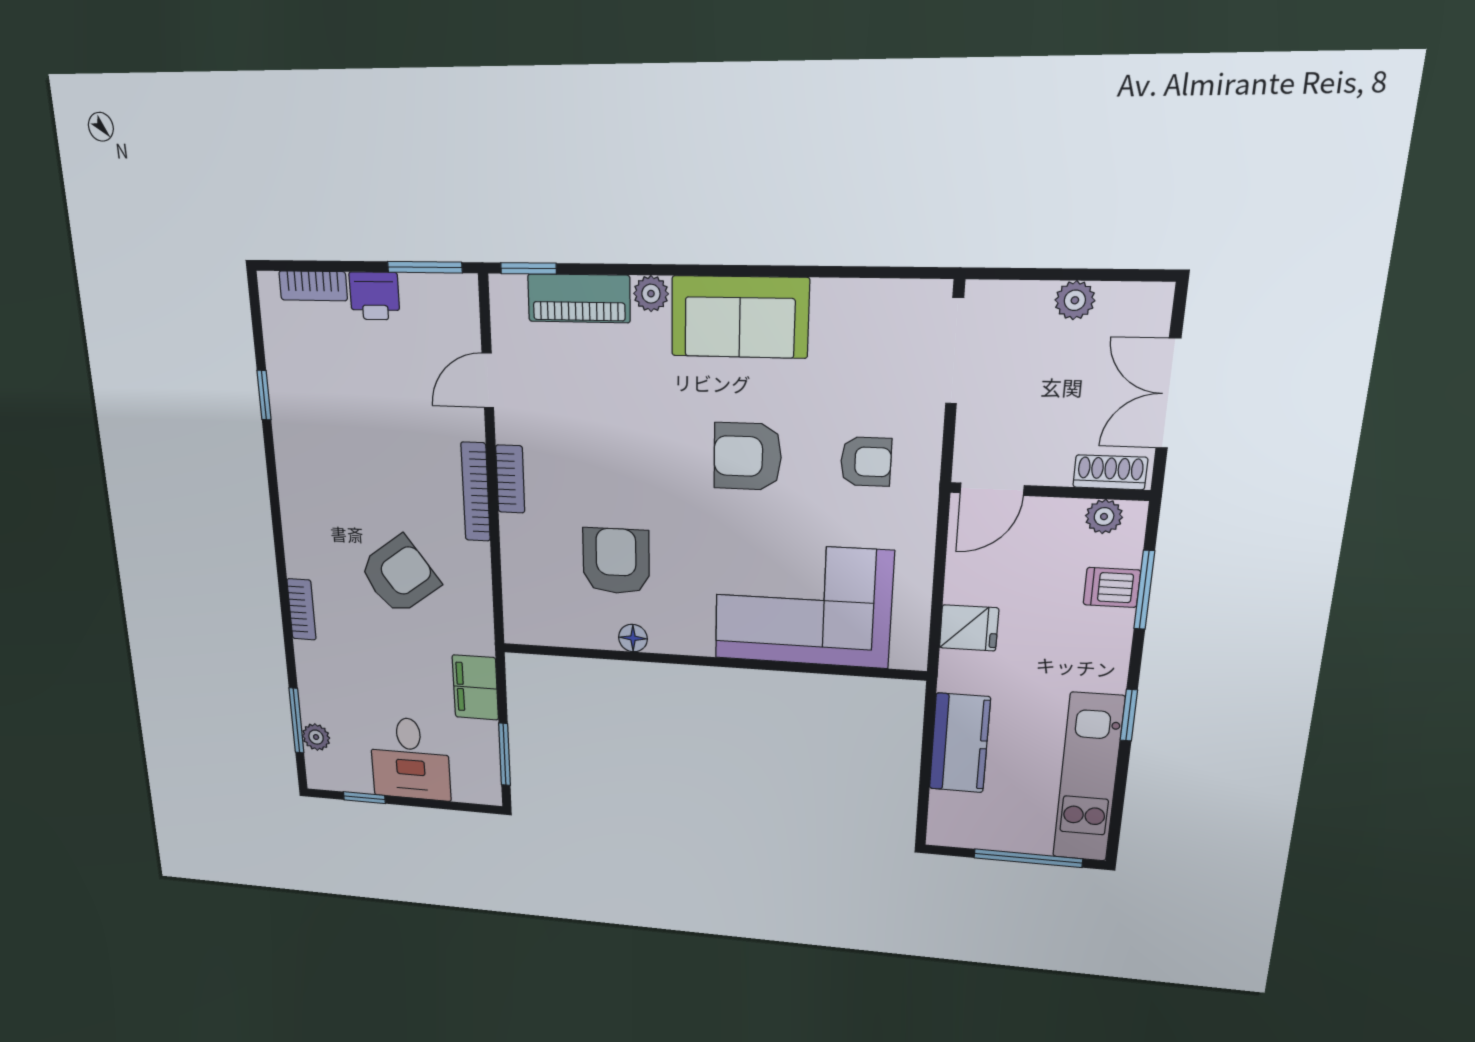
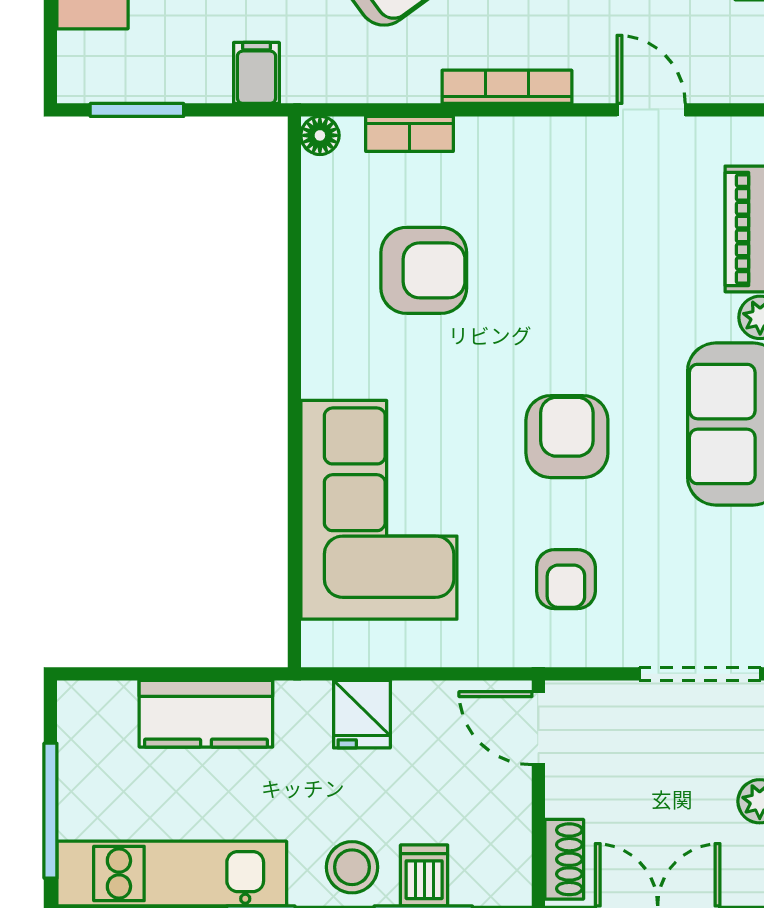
bookcase: (510, 479) -> (410, 134), moved
plant: (1104, 517) -> (511, 858), removed
floor lamp: (633, 638) -> (320, 135), moved
stool: (1098, 643) -> (352, 867), added
filing cabinet: (475, 688) -> (256, 73), width x0.50

